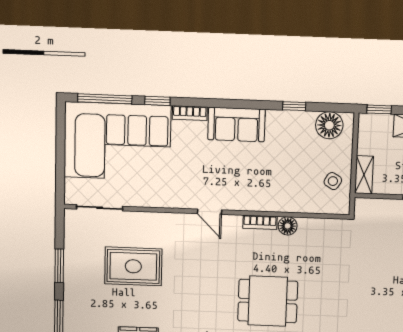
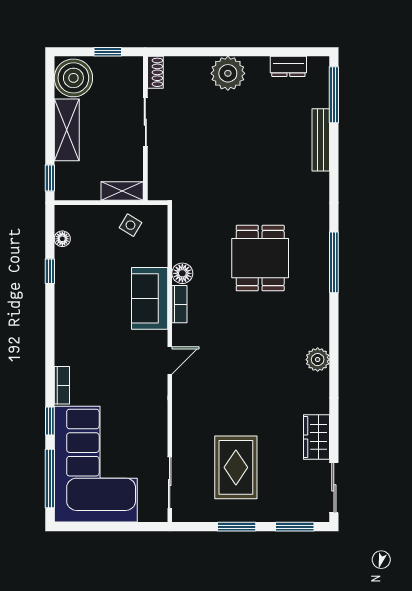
sofa: (237, 124) -> (150, 298), moved, turned 180
floor lamp: (329, 125) -> (62, 239), width x0.53, depth x0.53
rug: (133, 266) -> (236, 467), moved
dining table: (268, 301) -> (260, 258), moved

